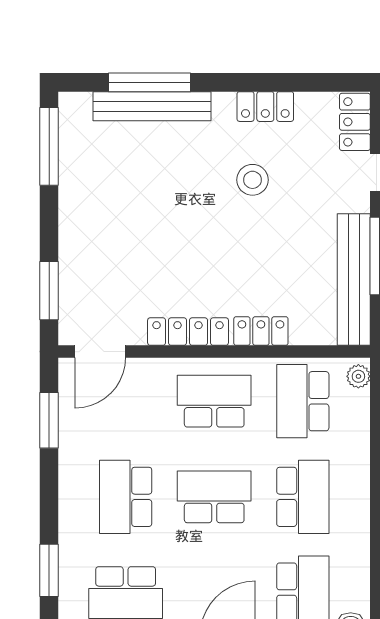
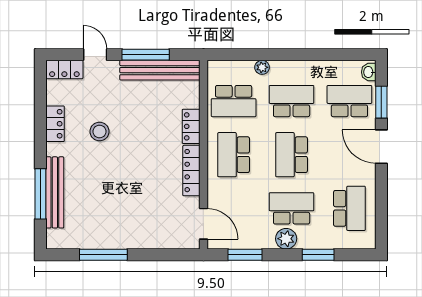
window: (49, 146) -> (103, 255), moved
window: (49, 291) -> (167, 255), removed
plant: (358, 376) -> (262, 67), moved
plant: (75, 488) -> (286, 239), added
school desk: (126, 497) -> (292, 208), turned 180
window: (49, 570) -> (318, 255), moved

